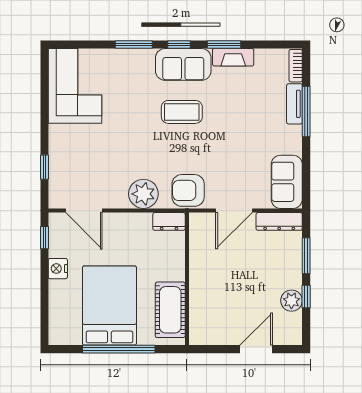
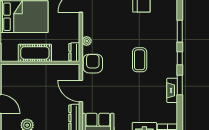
sofa: (183, 64) -> (168, 61), removed
plant: (143, 194) -> (87, 41), width x0.53, depth x0.53
cot: (170, 310) -> (35, 53), moved

